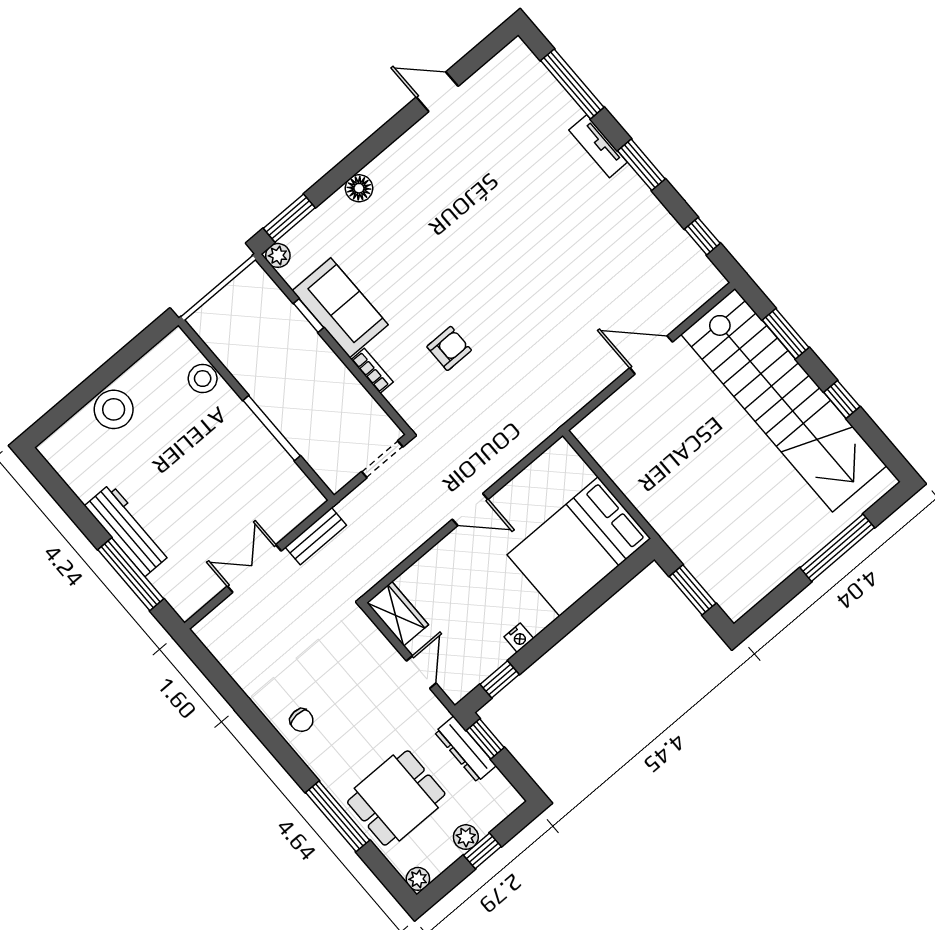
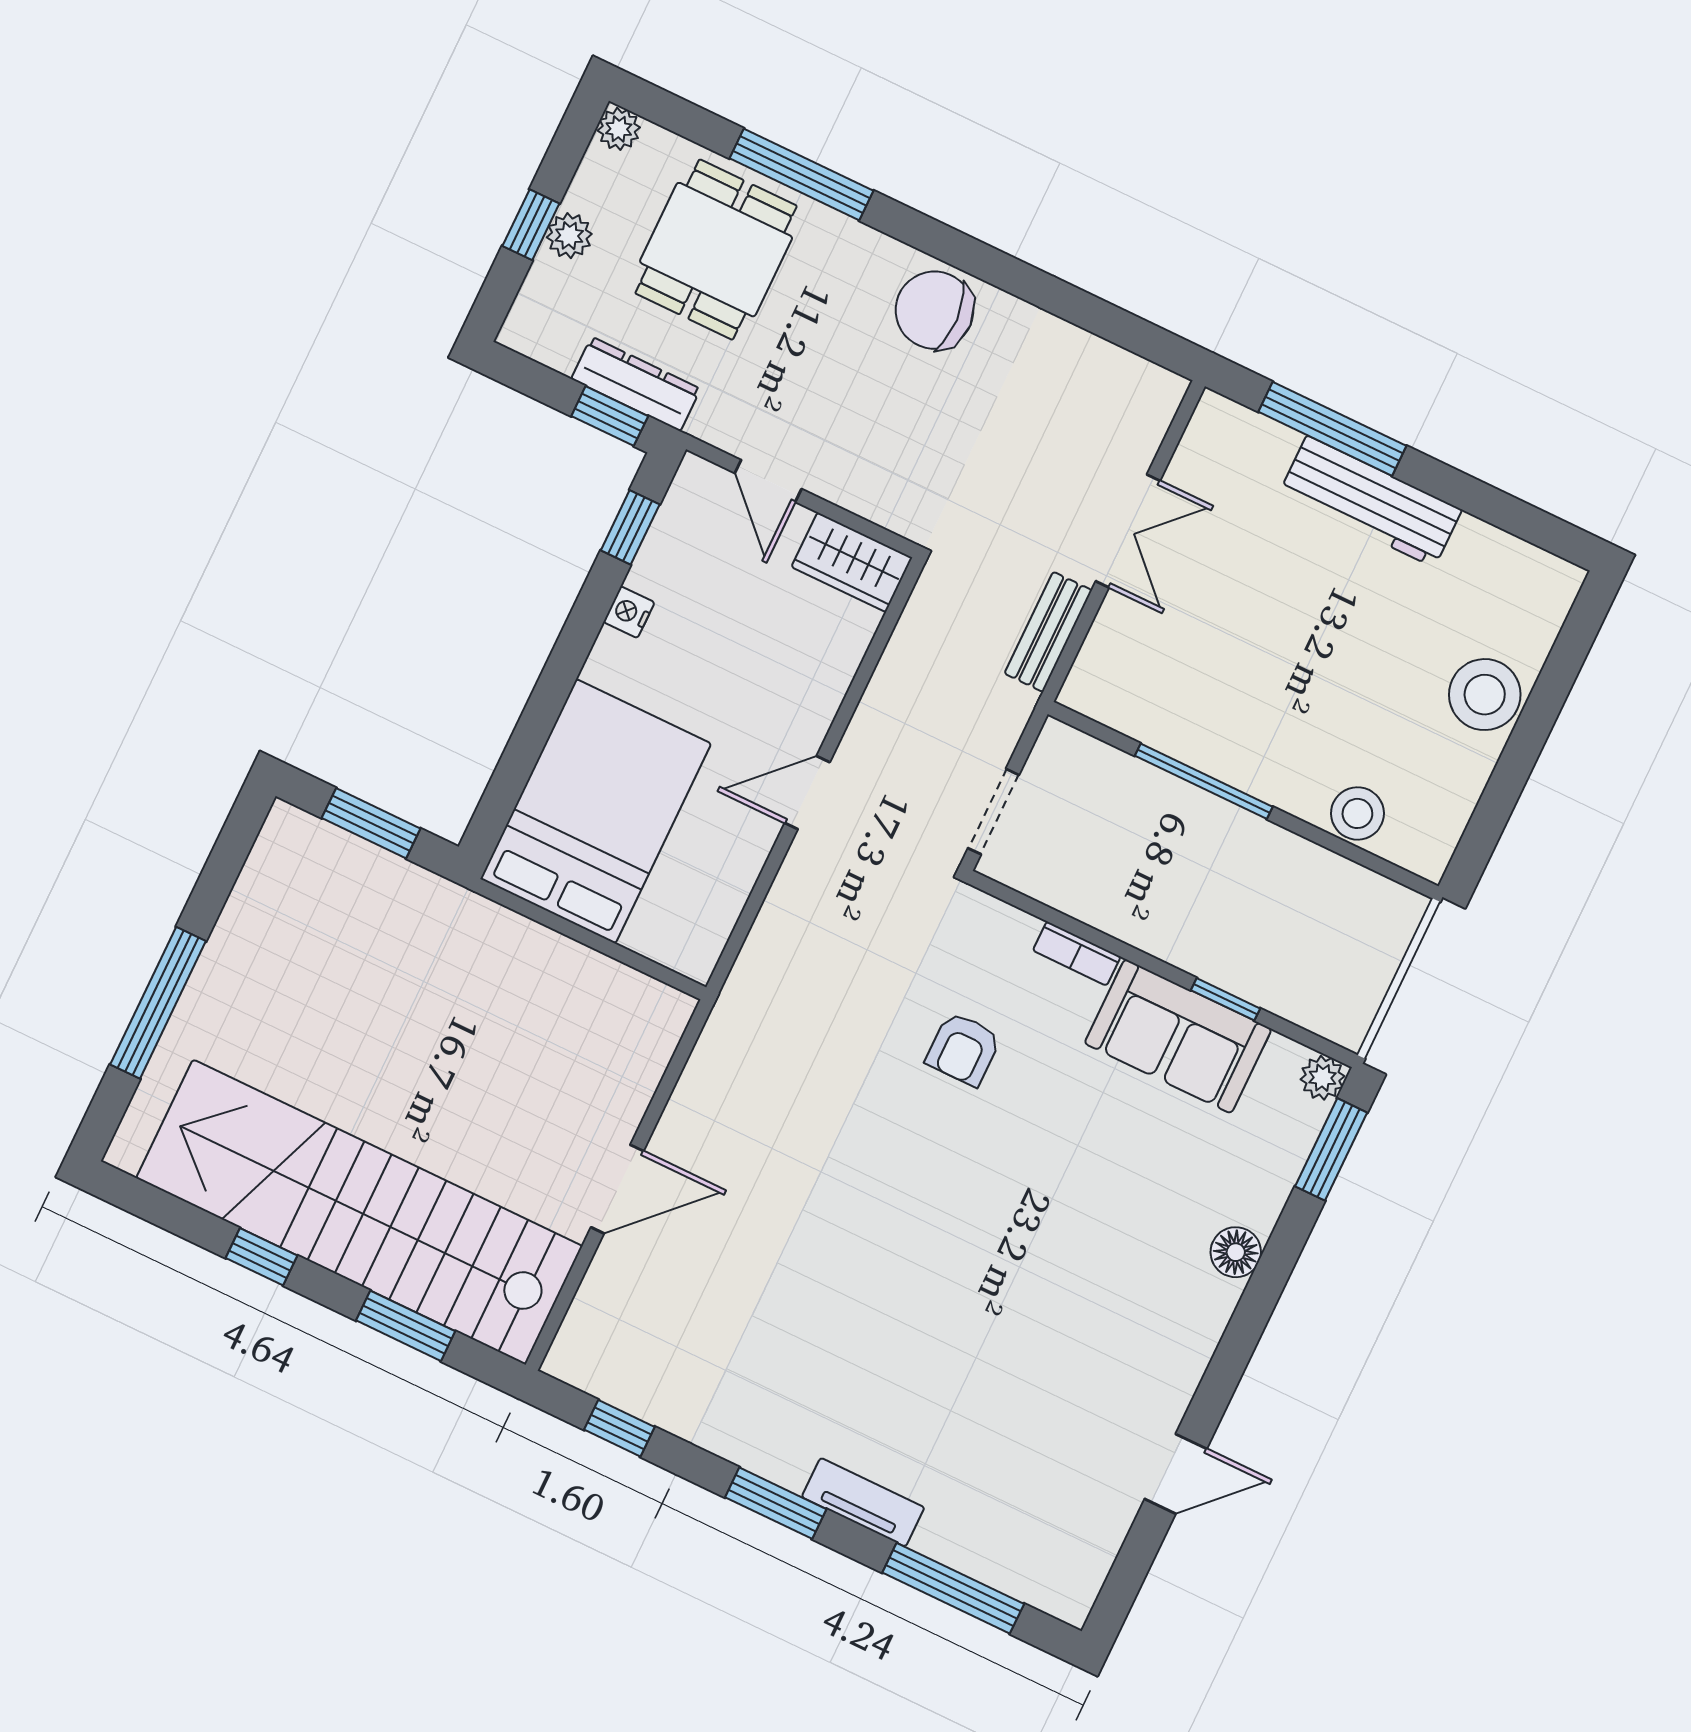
chair: (301, 720) -> (935, 310), width x1.87, depth x1.87

